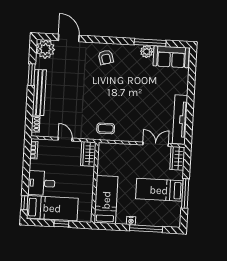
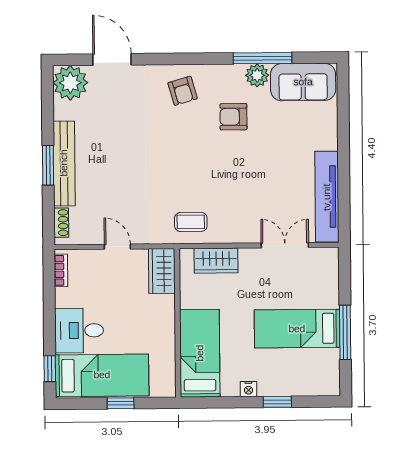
armchair: (132, 73) -> (233, 117), added
window: (32, 75) -> (48, 165), moved
wardrobe: (177, 158) -> (216, 261), moved, turned -90
window: (146, 229) -> (277, 402), width x0.46

